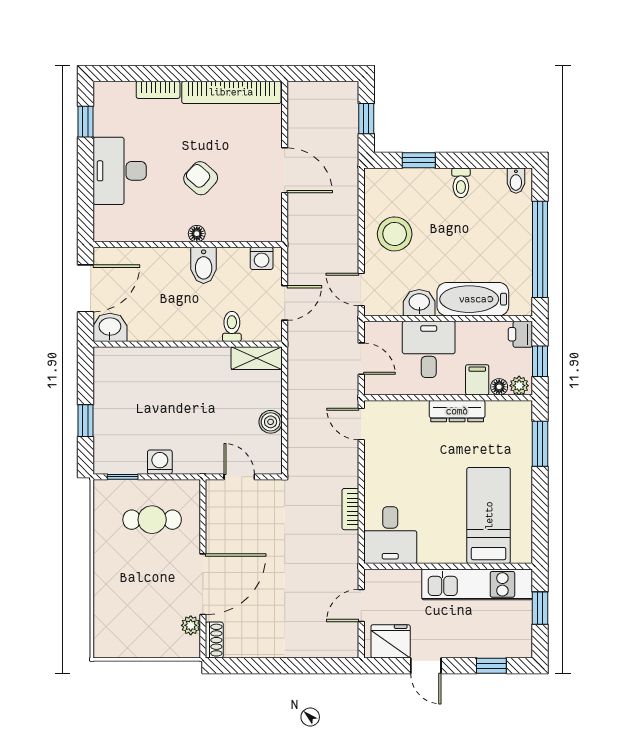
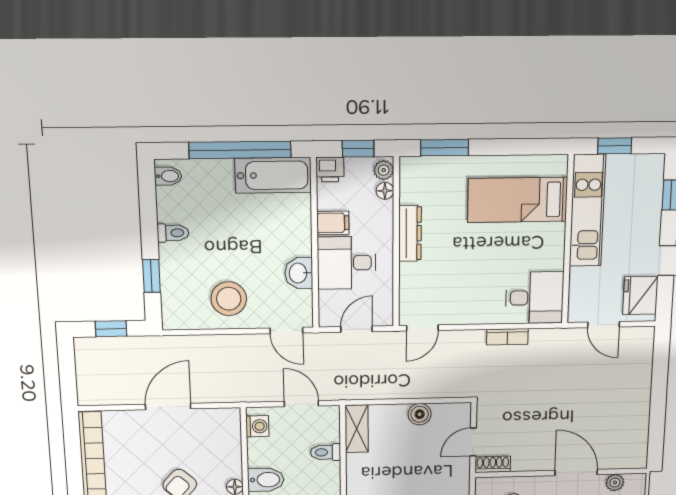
door: (361, 289) -> (286, 330), hinge flipped
bathtub: (473, 299) -> (273, 175), moved, turned -90
filing cabinet: (477, 380) -> (333, 223), moved, turned 180
door: (203, 584) -> (576, 473), width x0.73
shoe rack: (214, 640) -> (493, 464), moved

